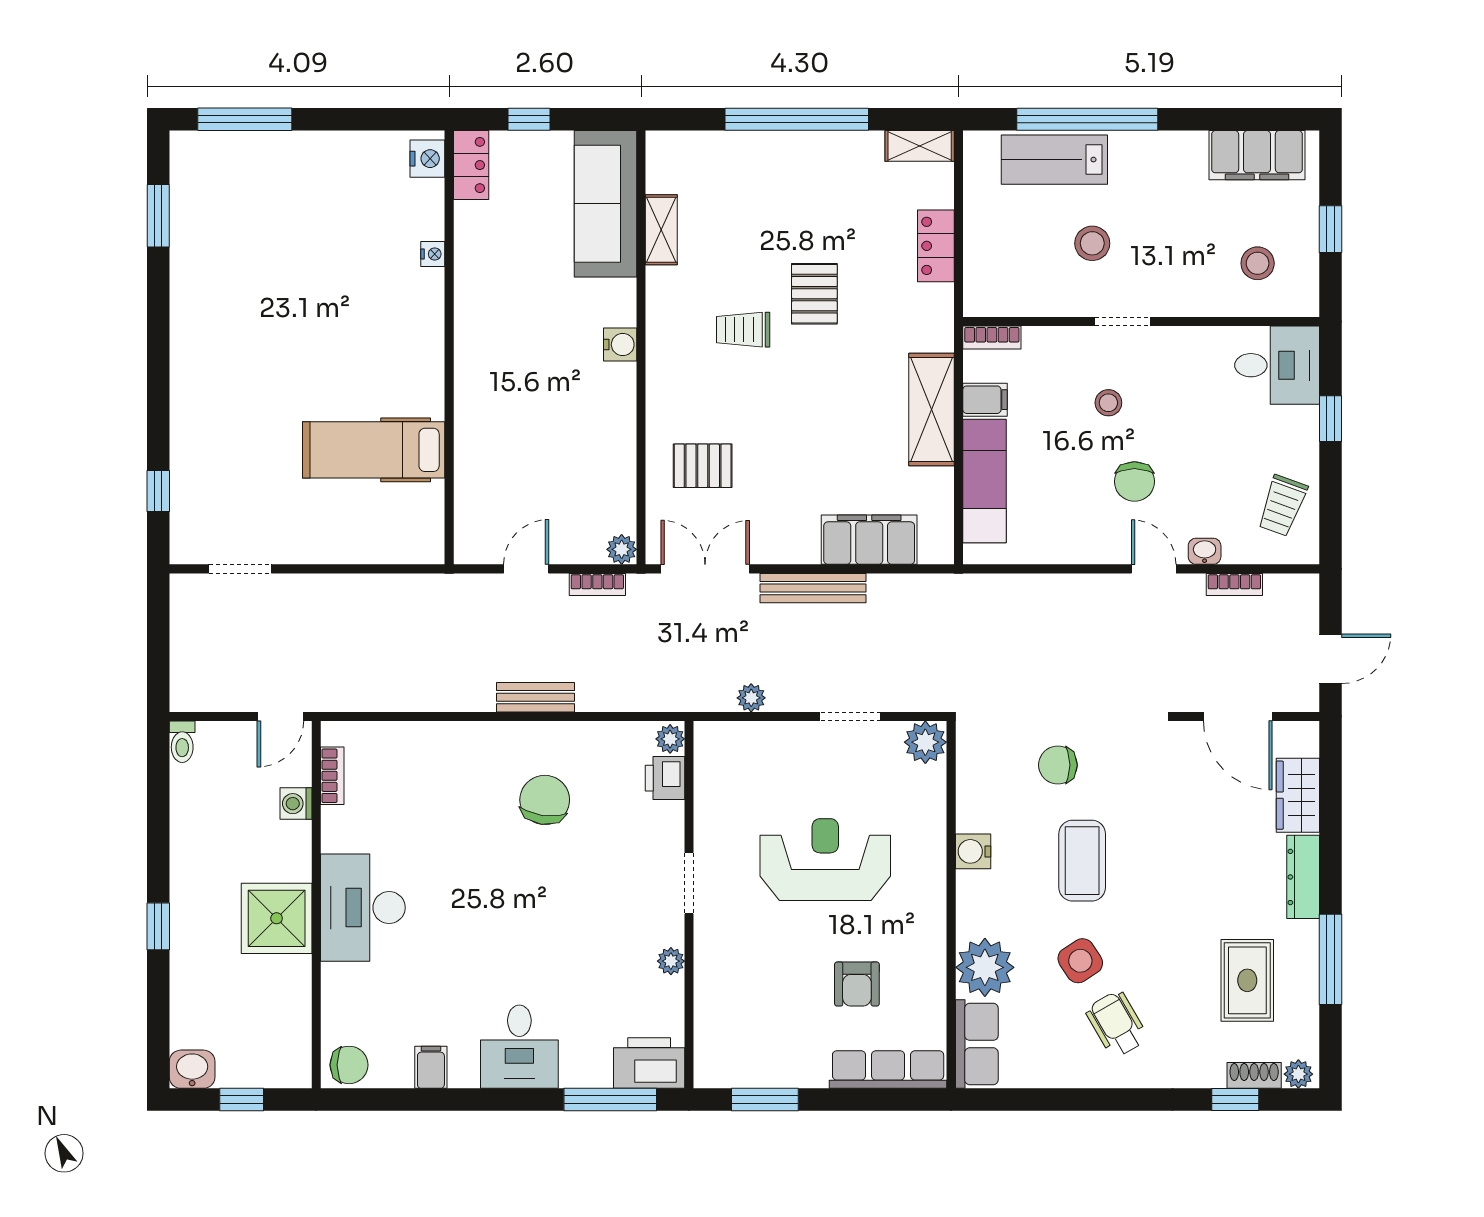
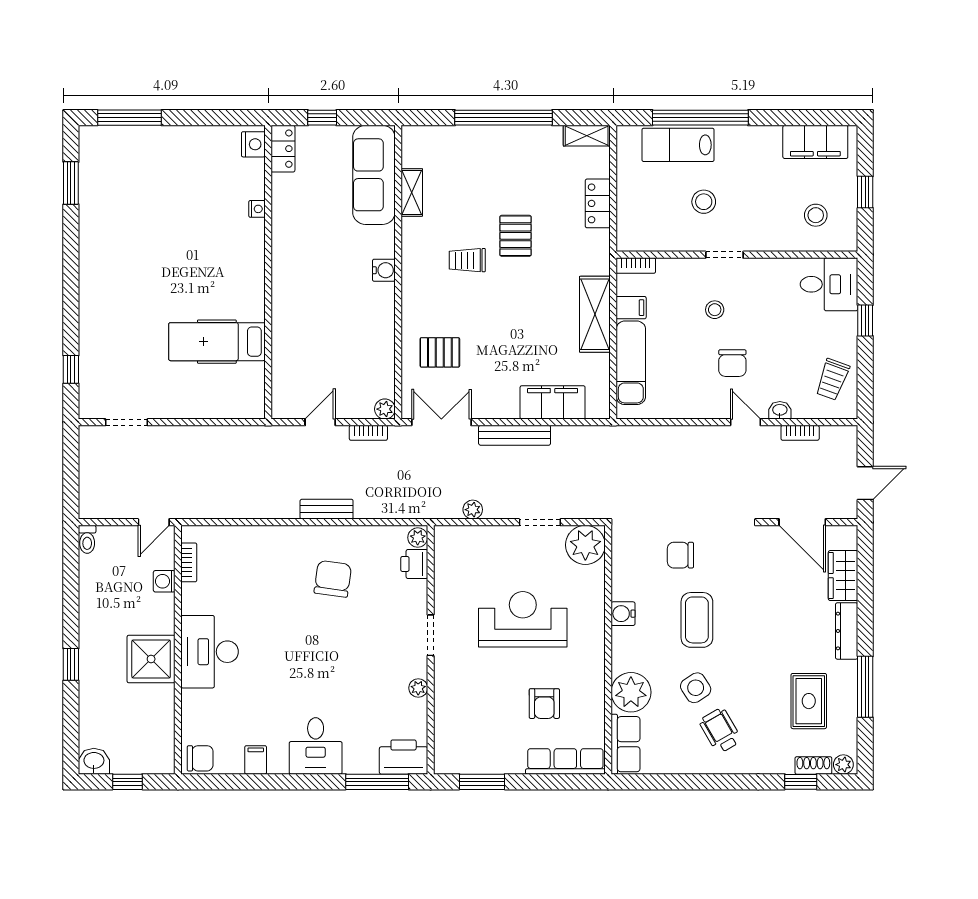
plant: (925, 742) -> (585, 545), width x1.36, depth x1.36

